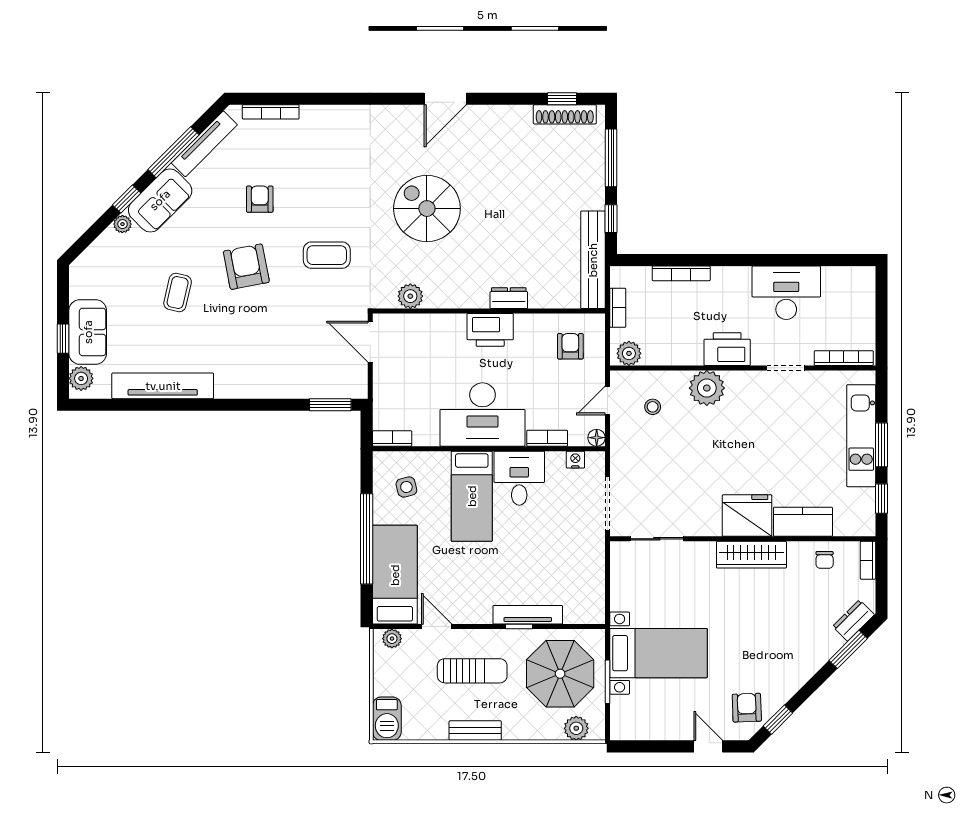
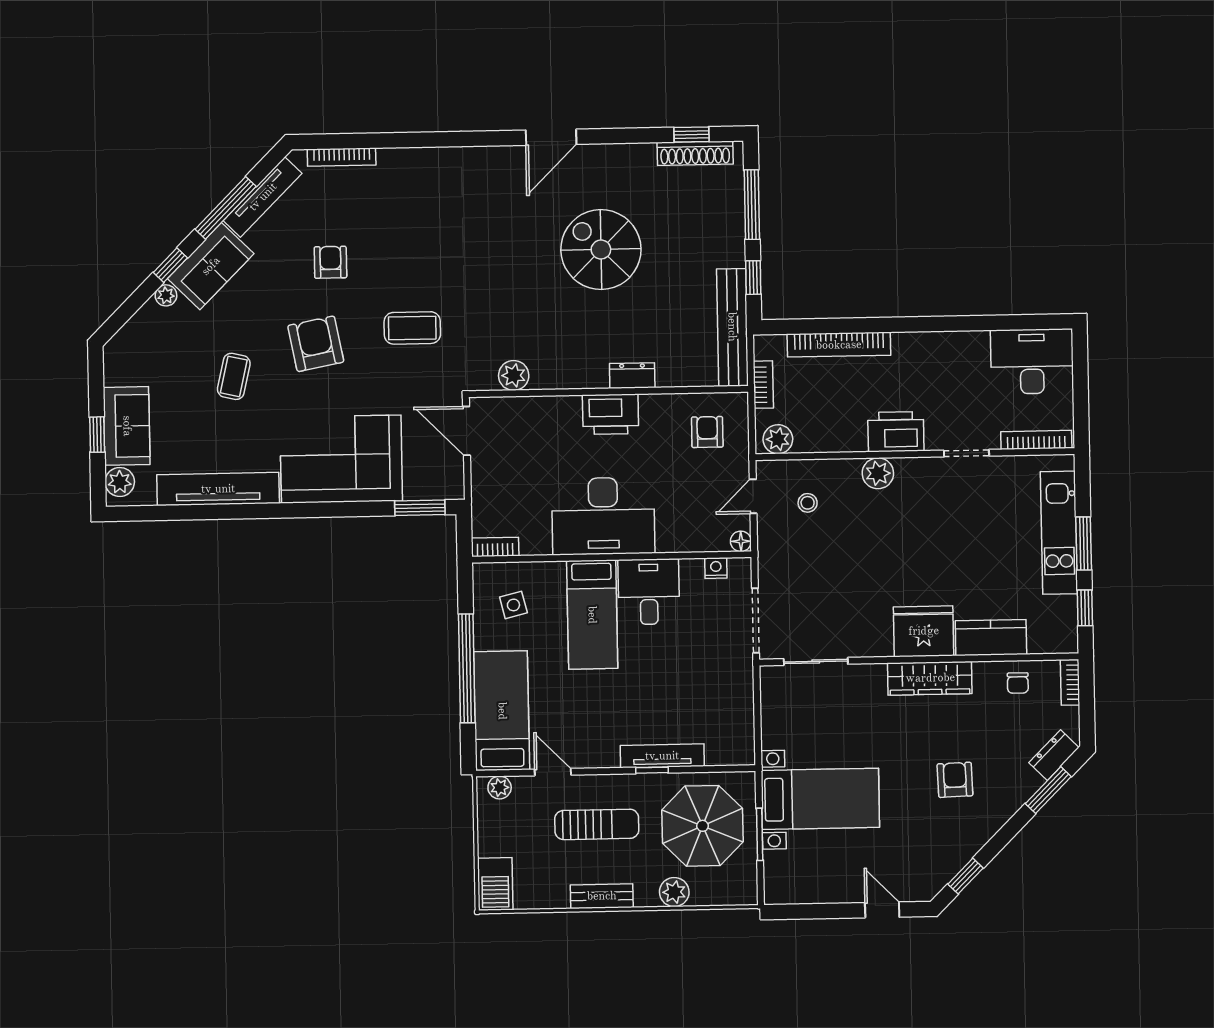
spiral stairs: (427, 209) -> (601, 250), moved
bookcase: (681, 273) -> (839, 345), width x1.48, depth x1.31
desk: (786, 293) -> (1032, 361), moved
corner sofa: (266, 363) -> (341, 459), added
plant: (707, 388) -> (878, 473), width x0.73, depth x0.73
bookcase: (547, 438) -> (681, 543), removed
armchair: (747, 708) -> (955, 780), moved
plant: (576, 728) -> (674, 892), moved

